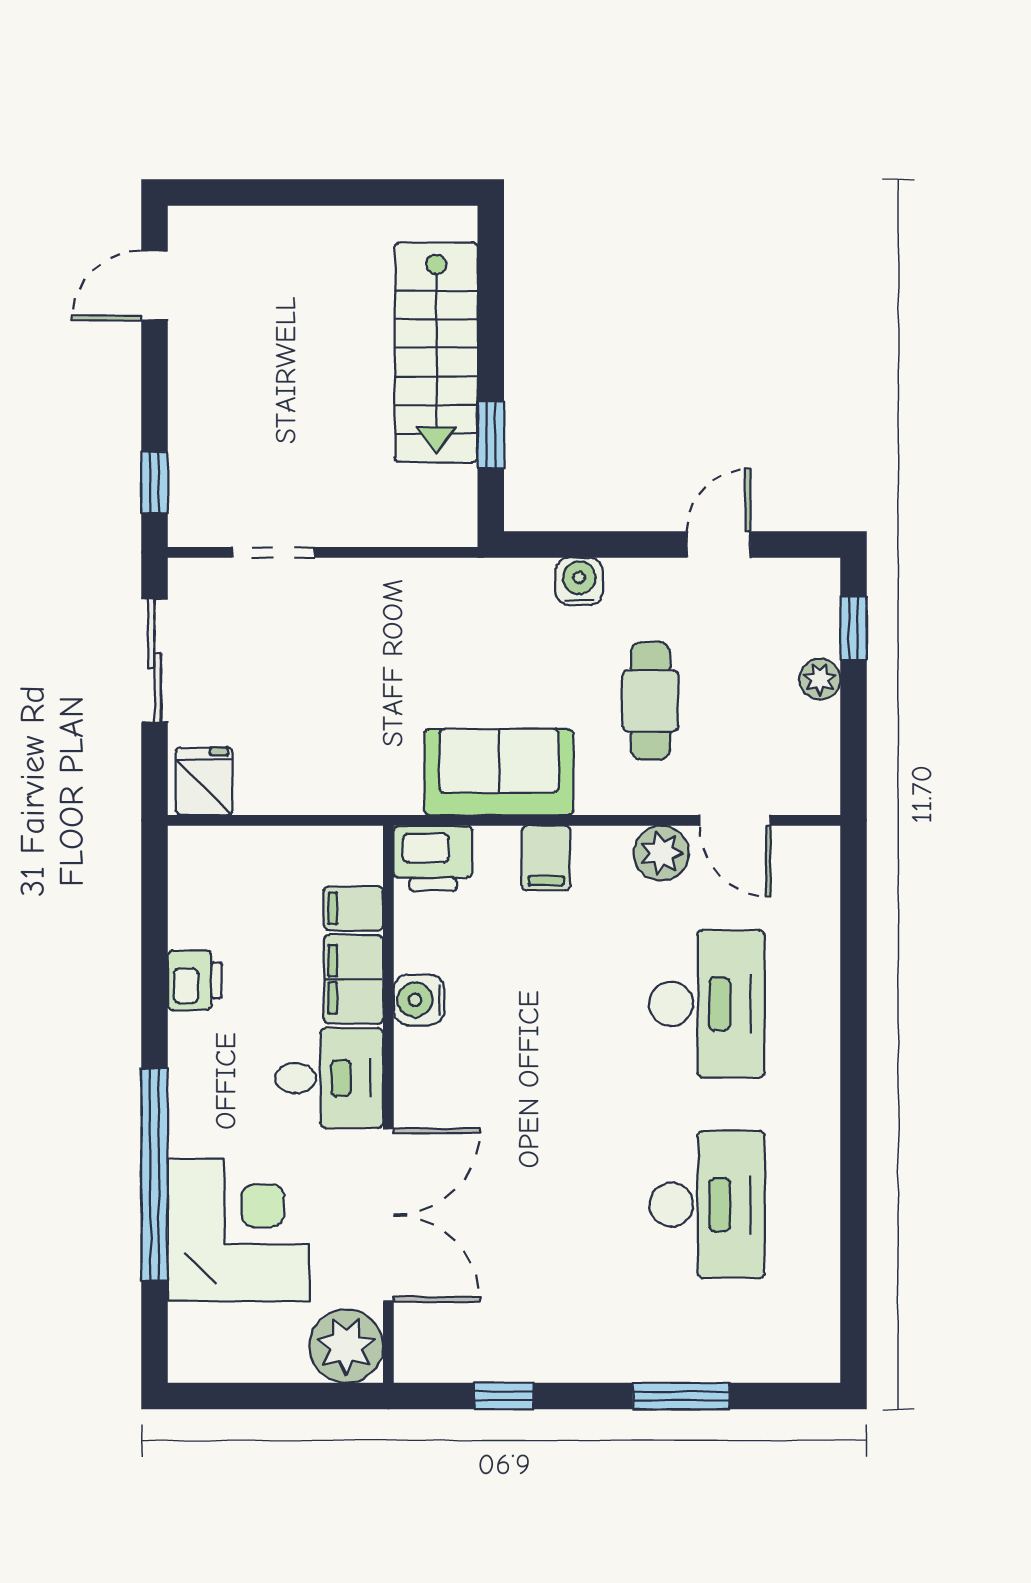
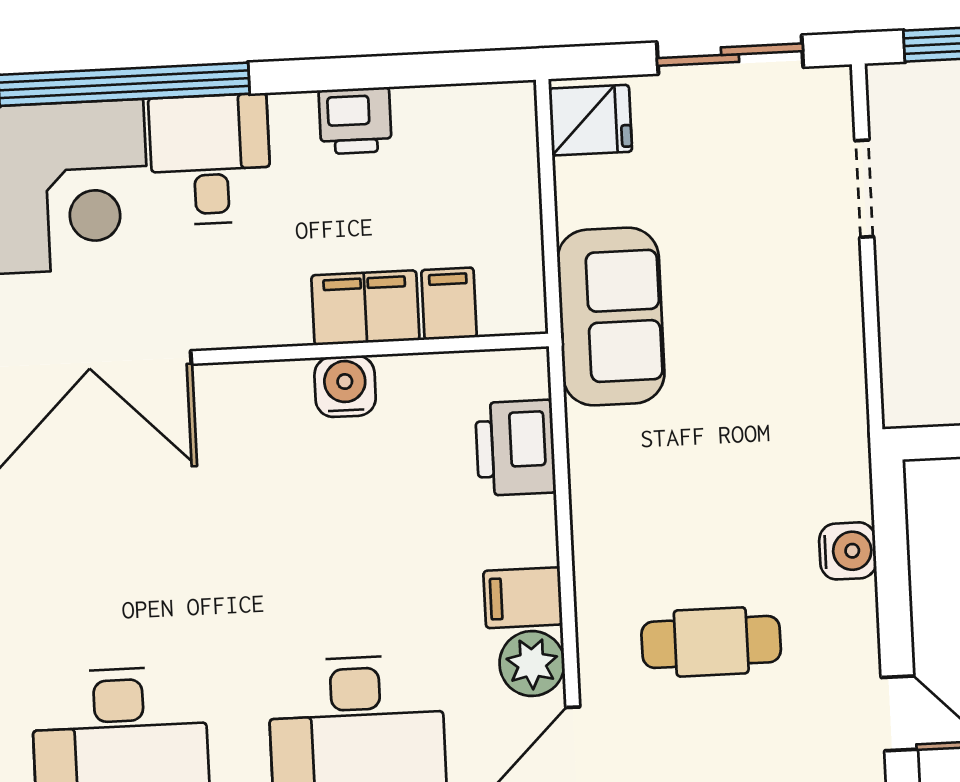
sofa: (499, 772) -> (611, 317), moved
printer: (433, 858) -> (515, 448), moved
filing cabinet: (546, 858) -> (523, 598), moved
desk: (329, 1078) -> (210, 159), moved, turned 180

